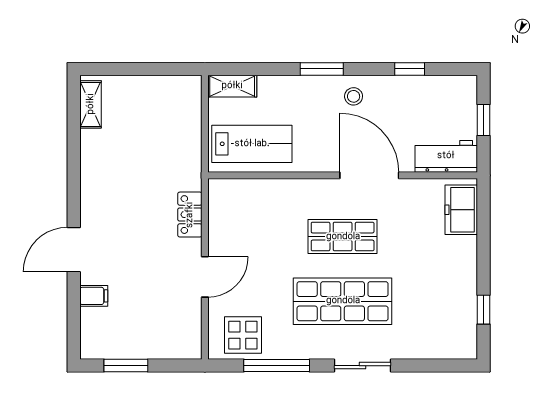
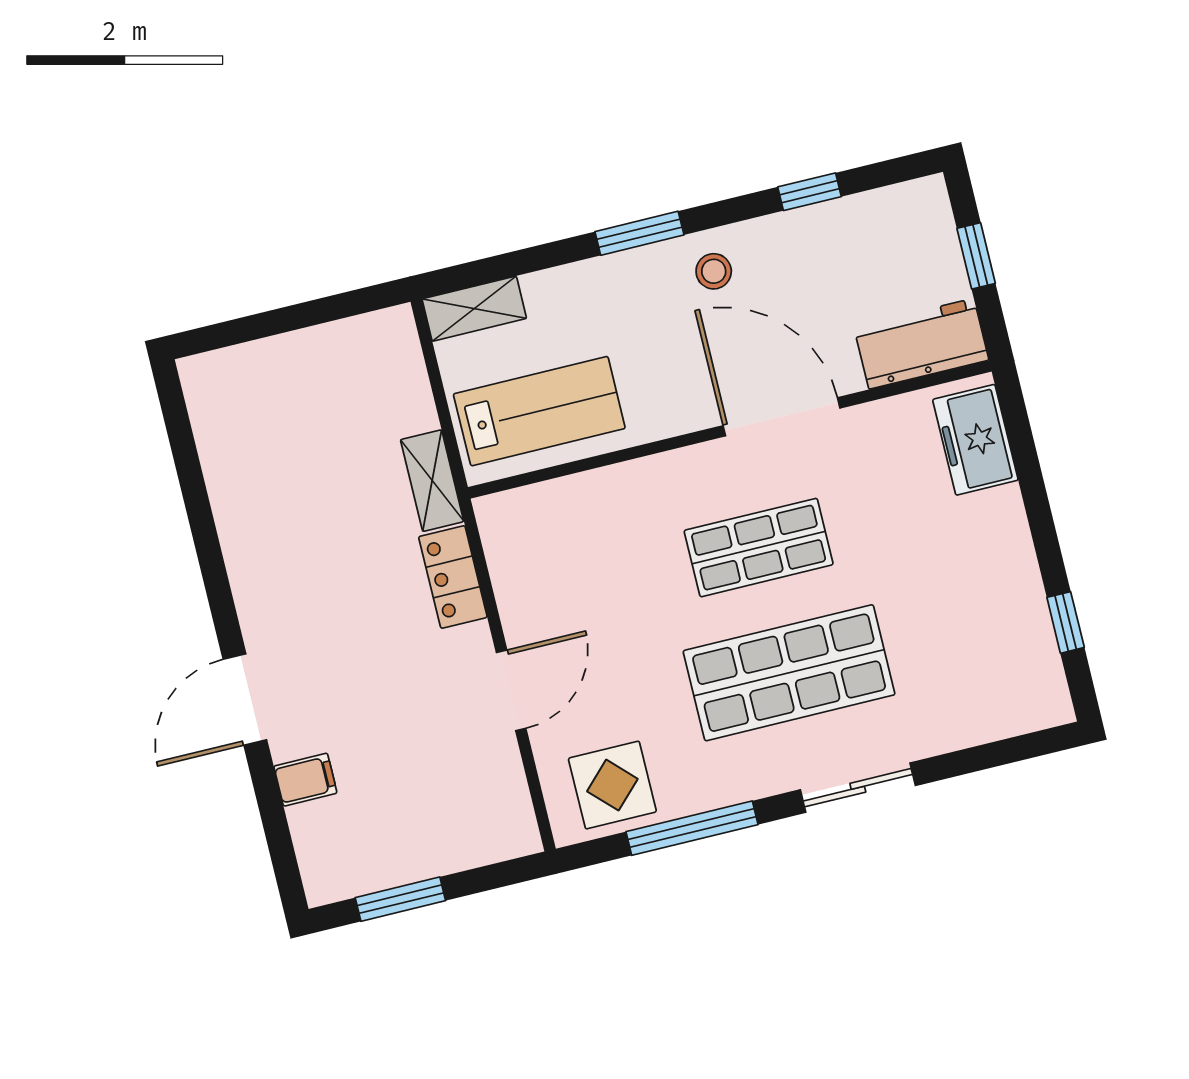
shelving: (91, 104) -> (432, 481), moved

